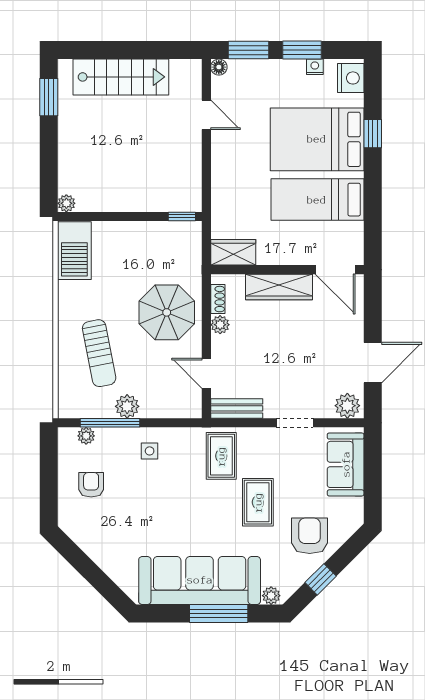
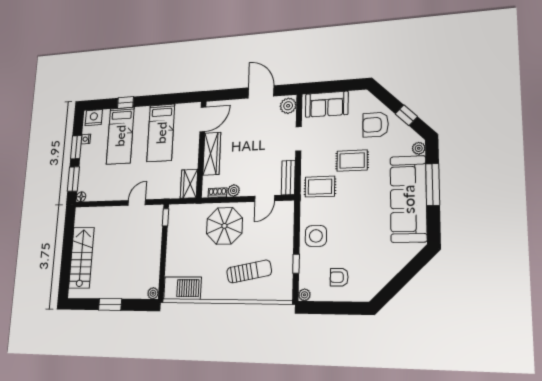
window: (49, 97) -> (110, 304), moved
door: (206, 115) -> (137, 203), moved
bed: (317, 139) -> (120, 136), width x0.67
plant: (127, 406) -> (285, 252), removed
window: (110, 423) -> (296, 264), width x0.46
plant: (86, 436) -> (304, 295), moved
side table: (150, 451) -> (316, 236), width x1.87, depth x1.87

